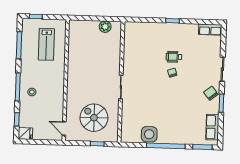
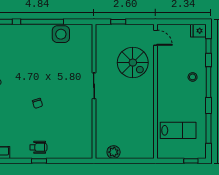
lab bench: (46, 44) -> (178, 130), turned 90
wheelchair: (174, 57) -> (38, 147), moved
spiral stairs: (94, 118) -> (133, 63), moved

